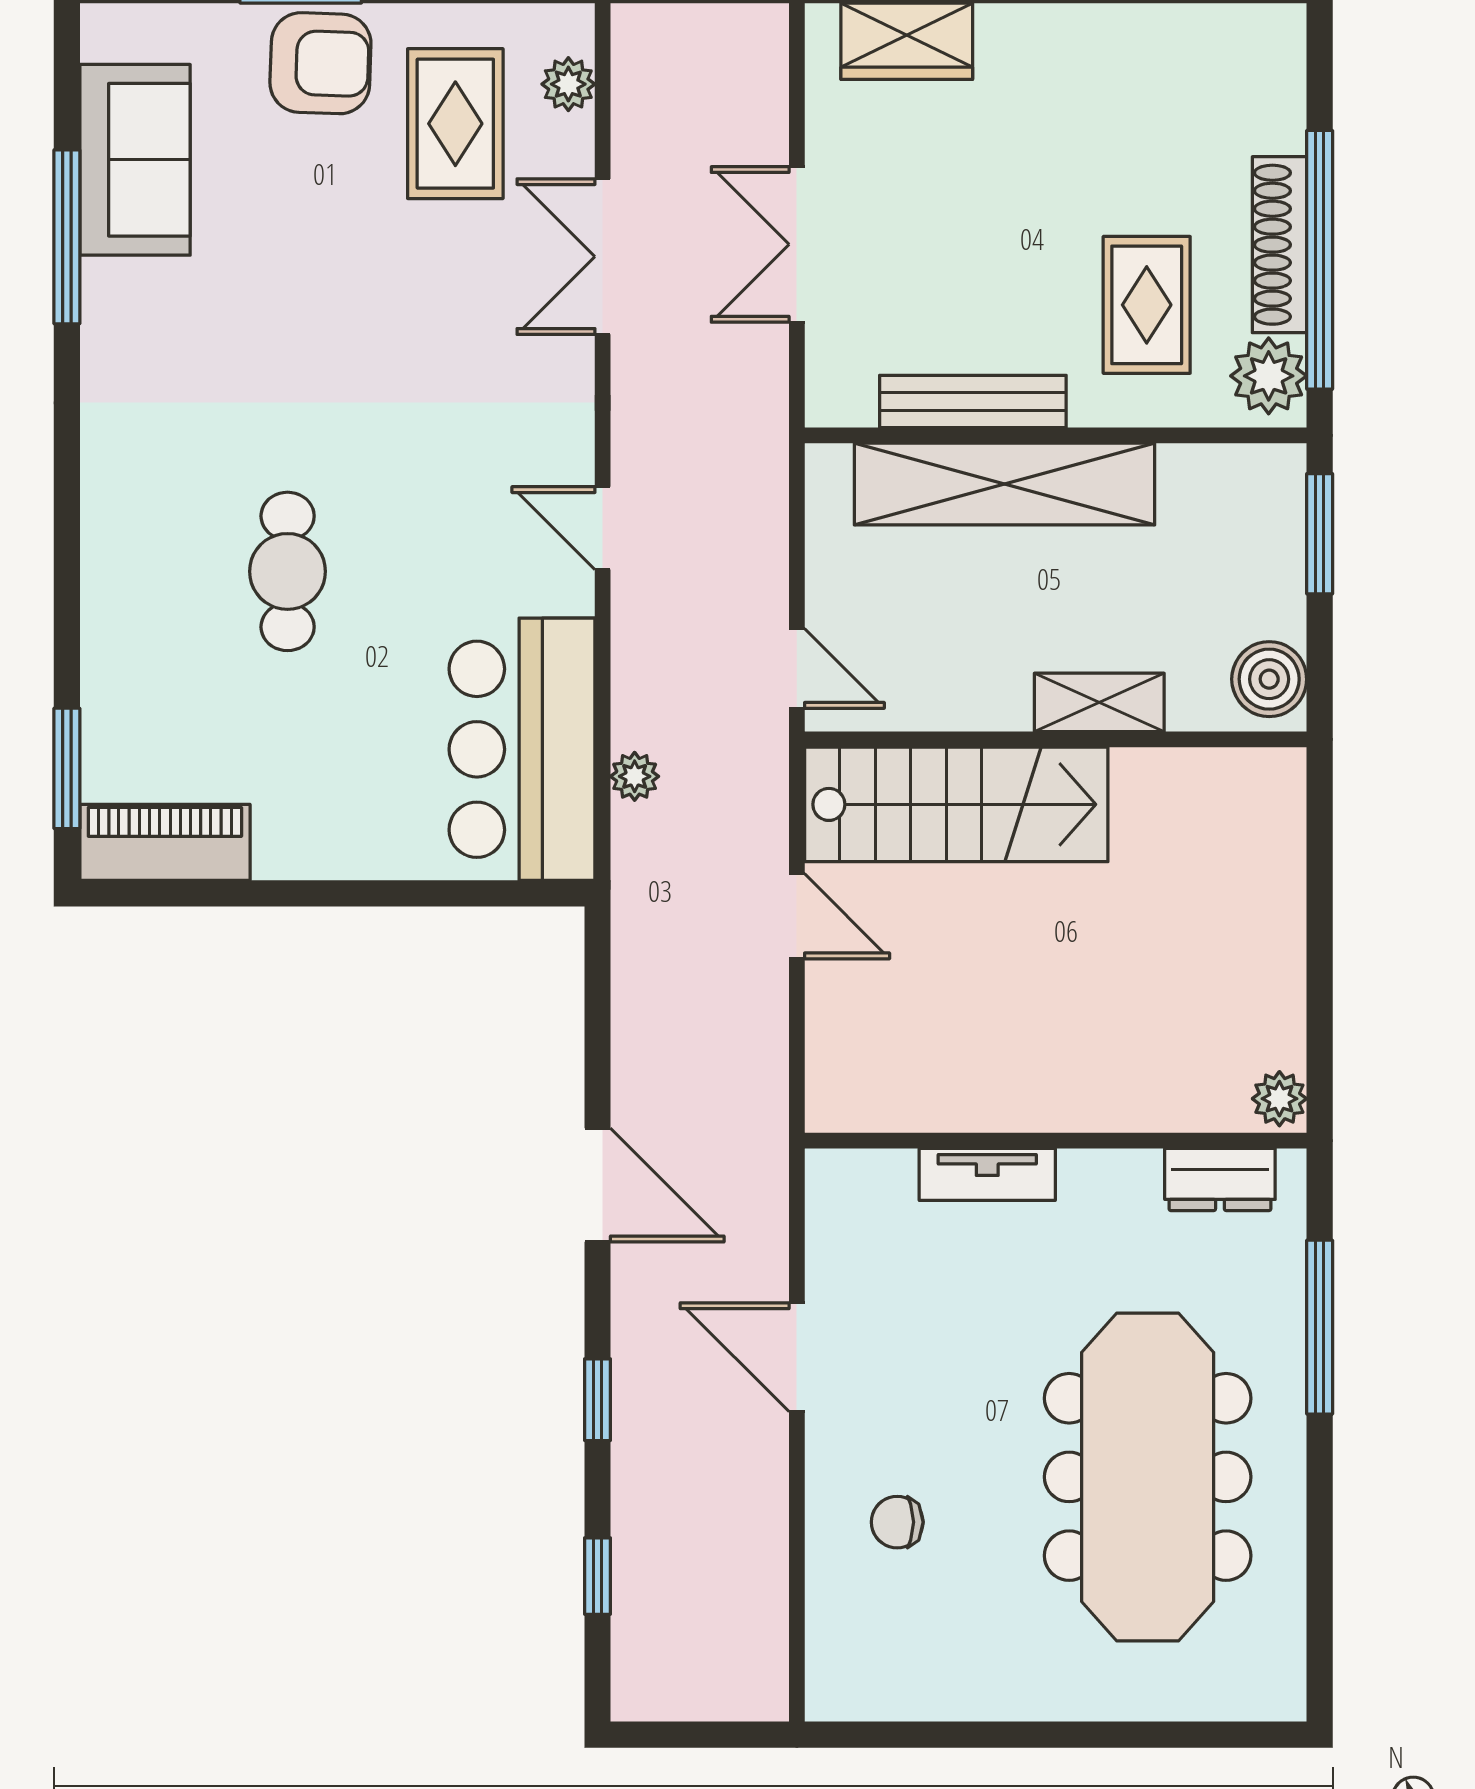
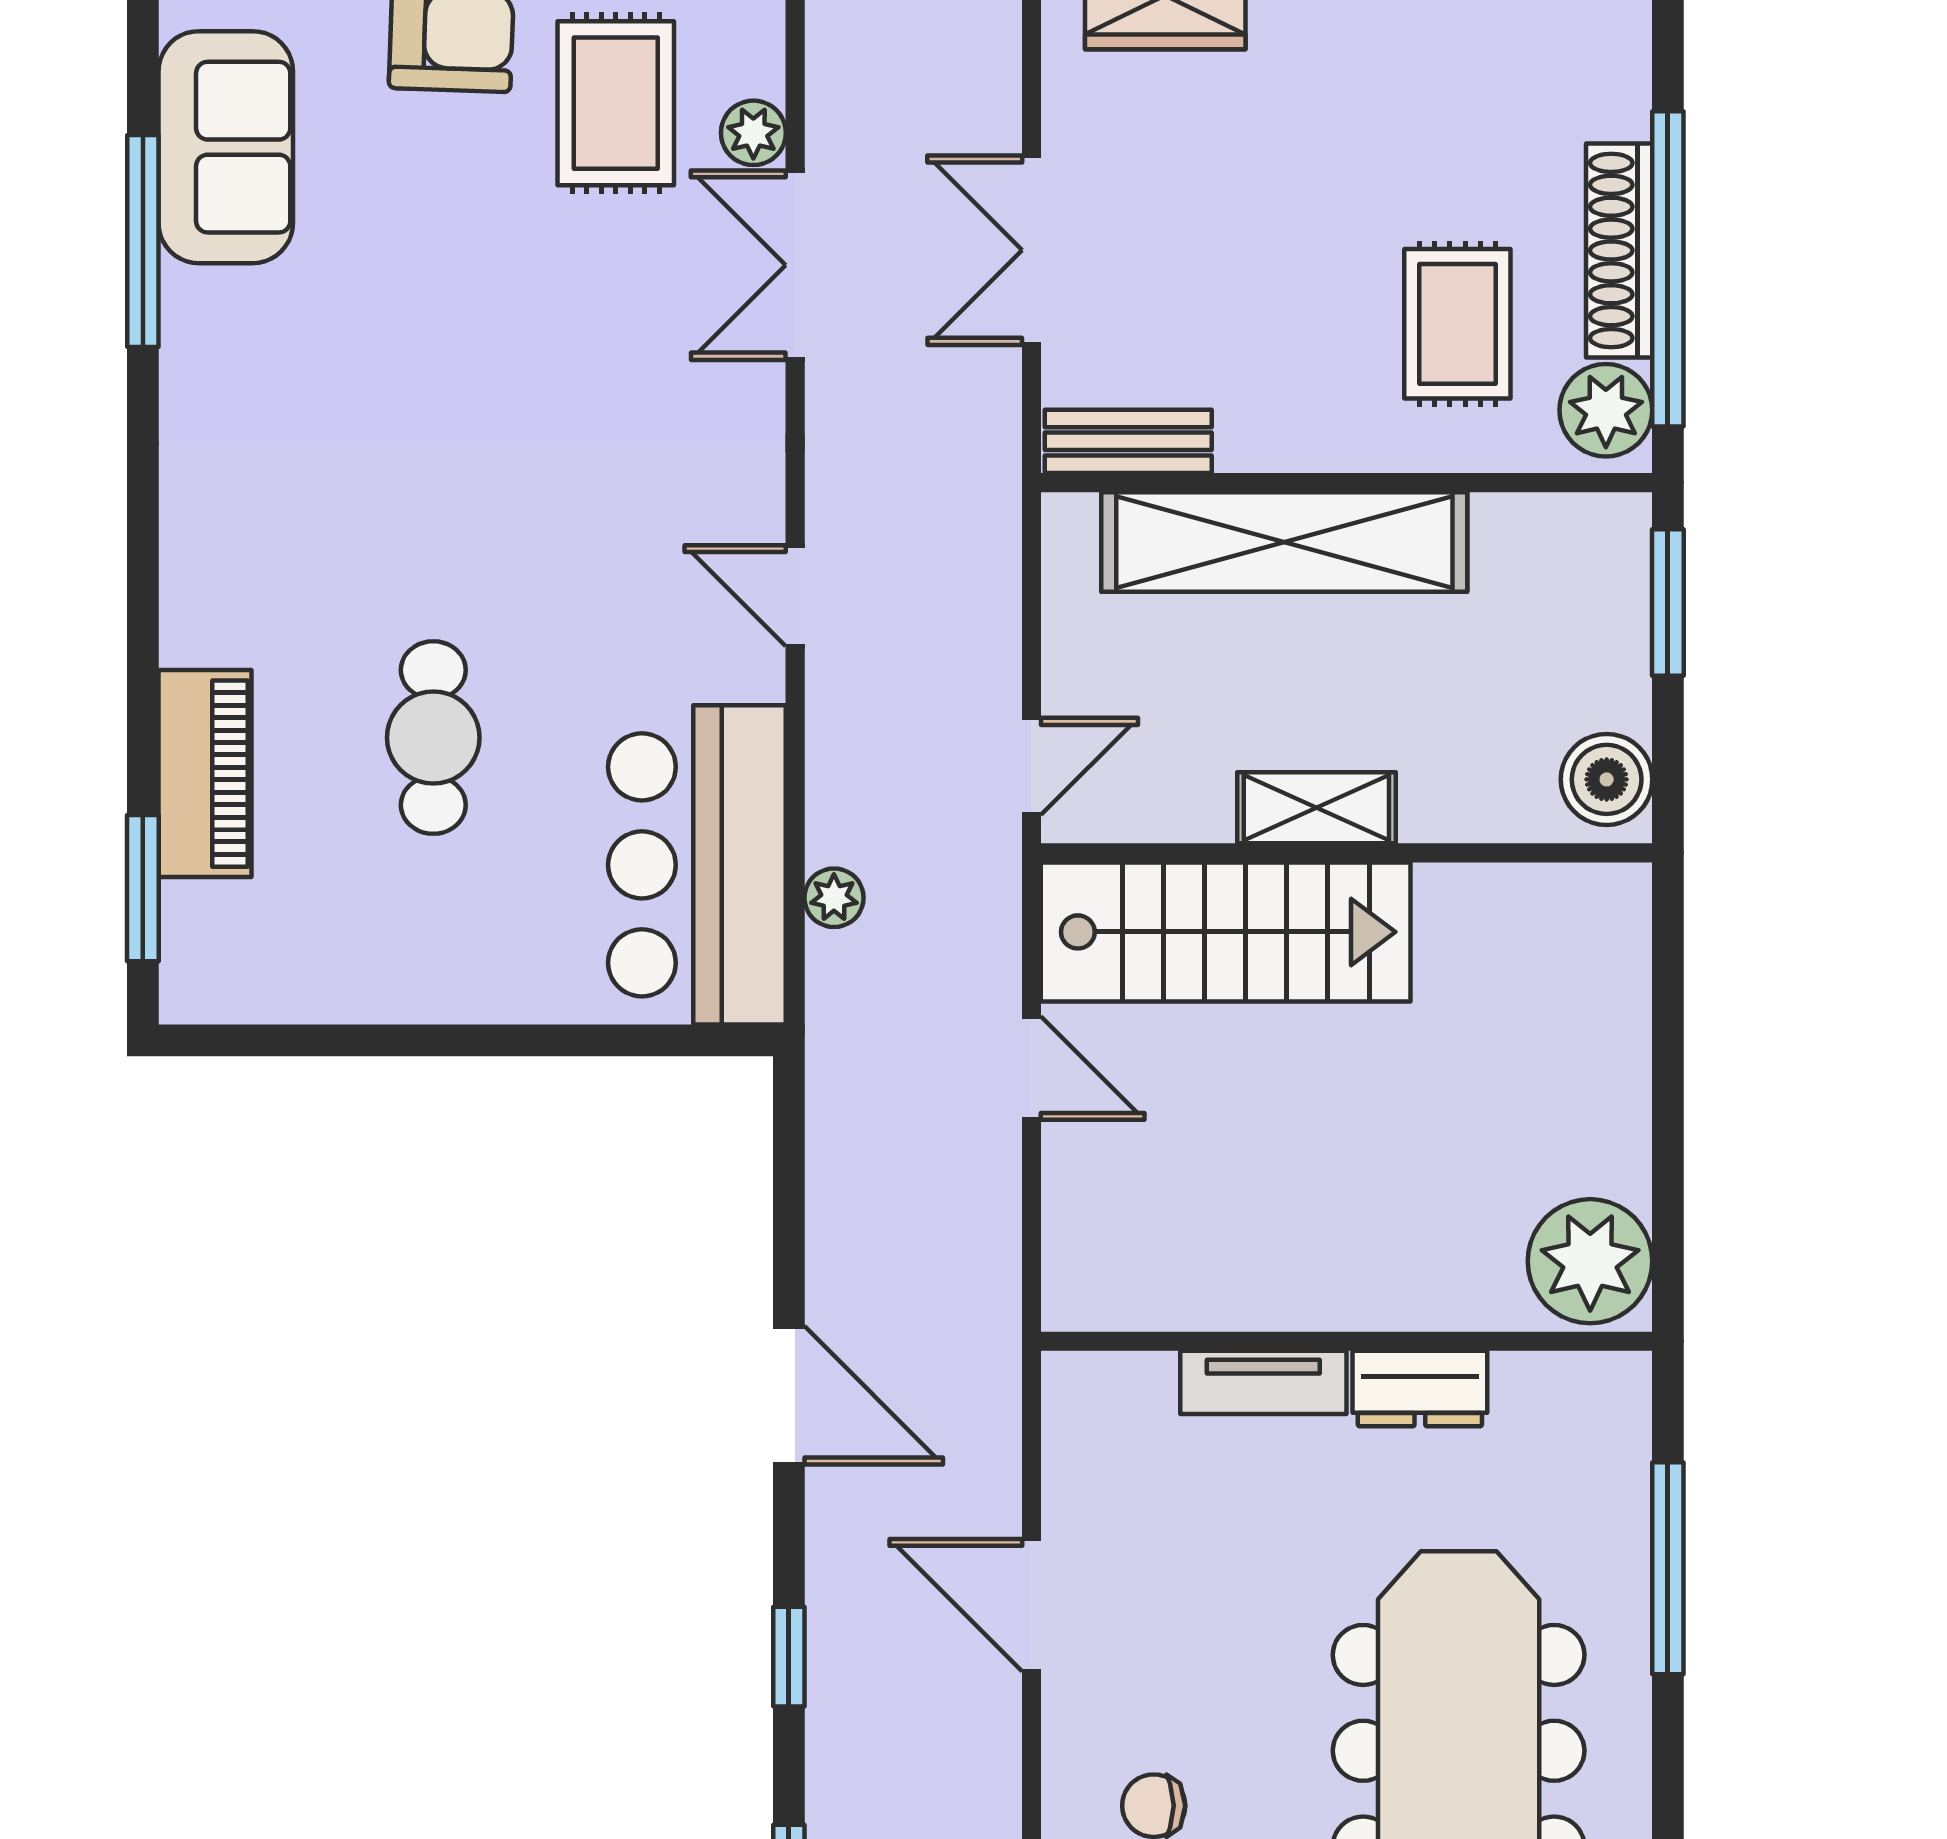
plant: (568, 84) -> (753, 133), moved
bench: (973, 401) -> (1128, 441), moved, width x0.73
cafe table: (288, 571) -> (433, 738), moved
door: (797, 668) -> (1031, 766), hinge flipped
shelving: (1099, 702) -> (1316, 808), moved
piano: (165, 842) -> (205, 774), moved, turned 90
plant: (1279, 1099) -> (1590, 1261), width x1.88, depth x1.88
dresser: (1220, 1179) -> (1420, 1389), moved

